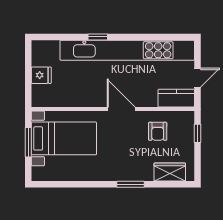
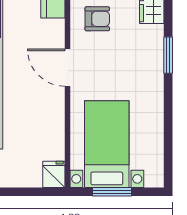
fridge: (41, 75) -> (54, 174), moved
door: (121, 109) -> (68, 68), hinge flipped

